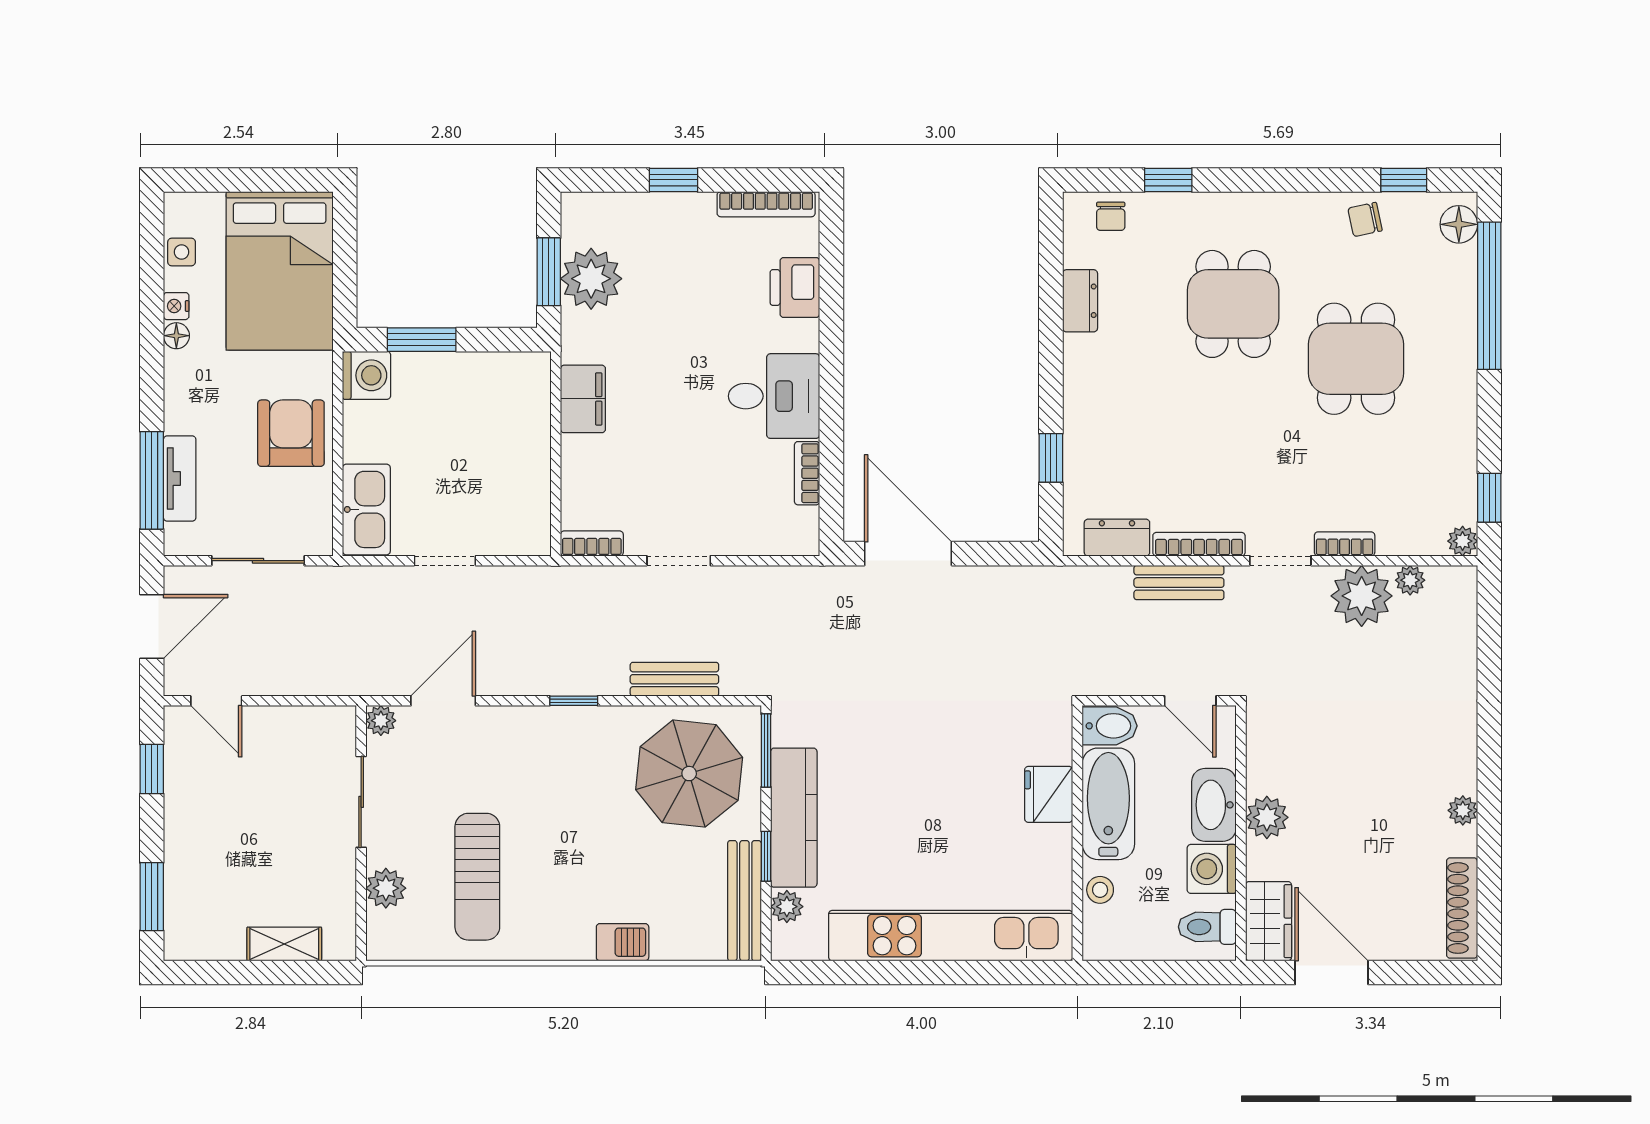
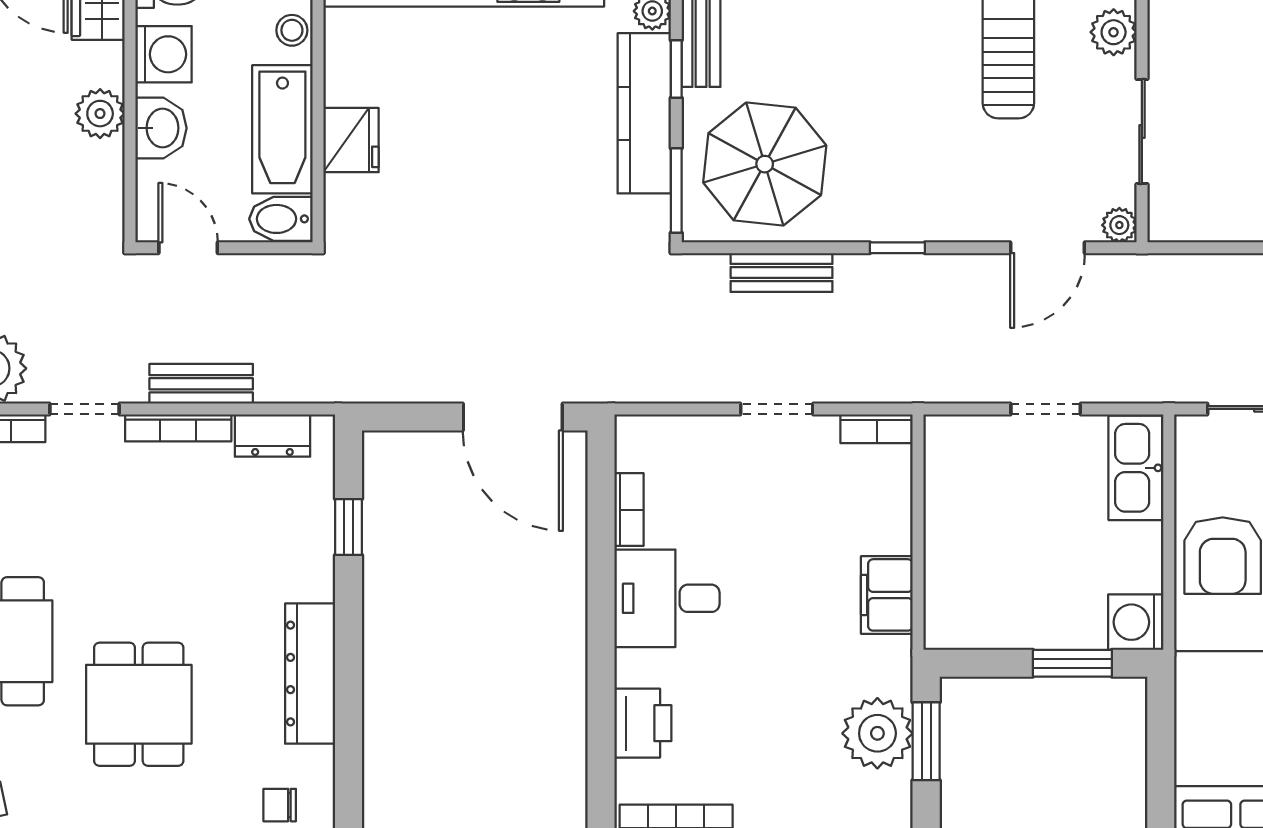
chair: (1111, 216) -> (280, 805), turned -90
dresser: (1080, 301) -> (310, 674), width x1.96, depth x1.24
washbasin: (1214, 805) -> (161, 128), width x0.72

